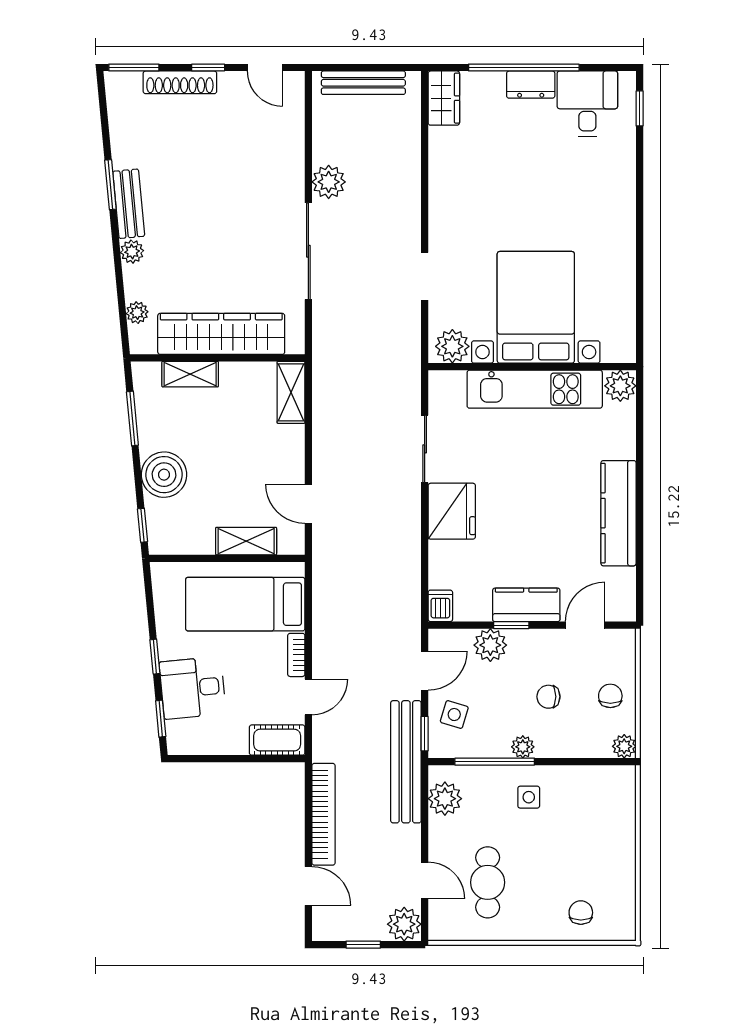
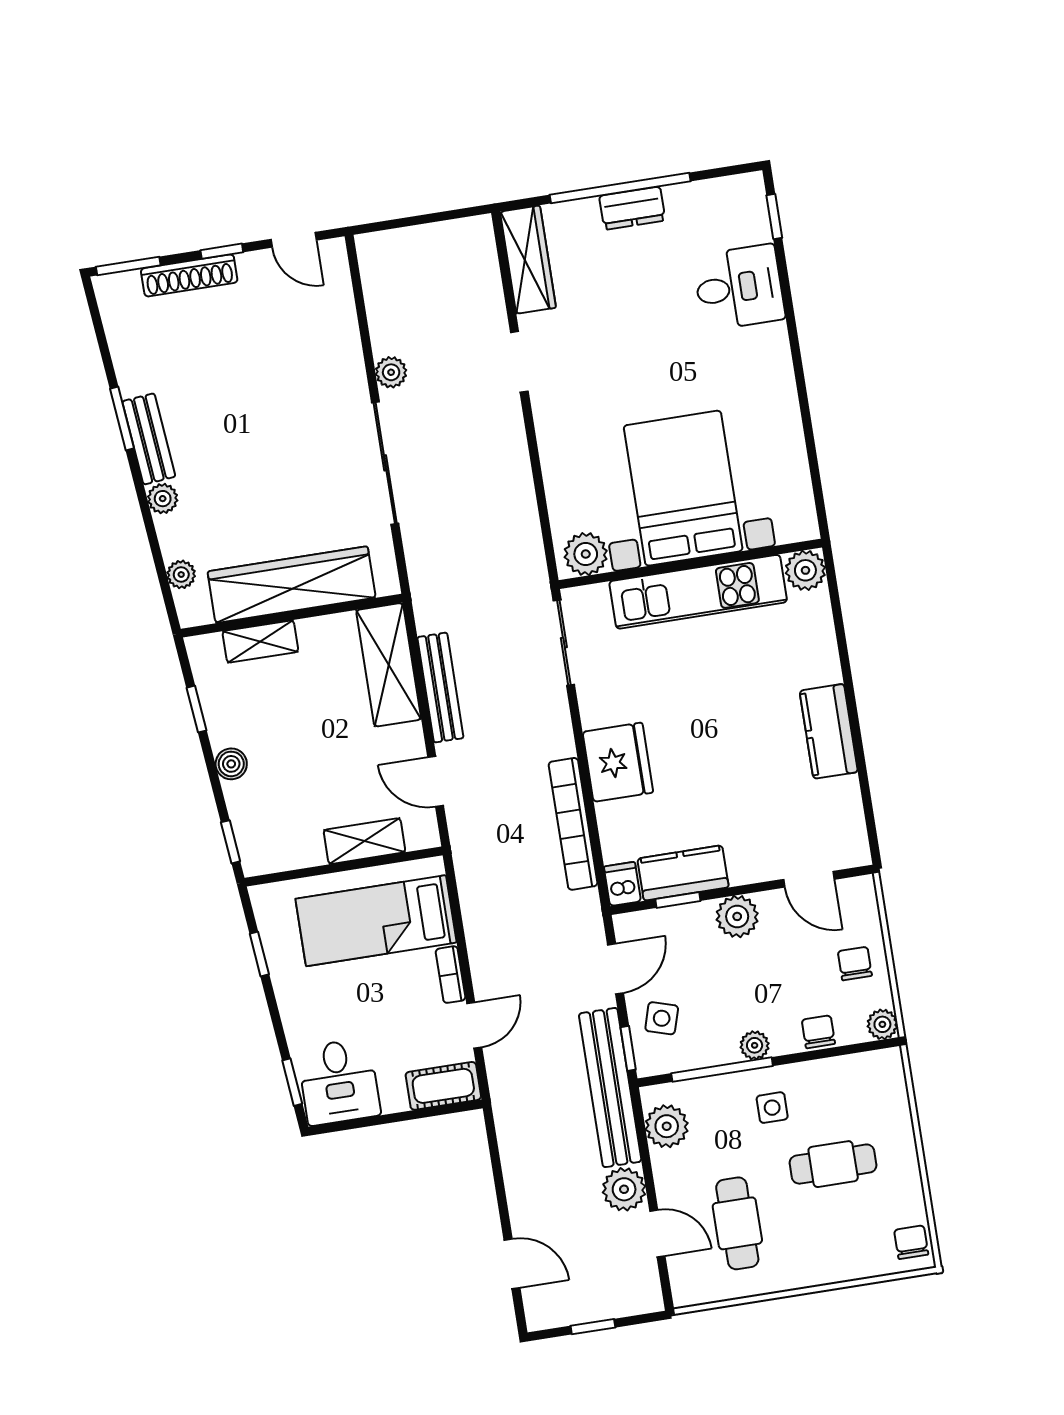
bench: (363, 83) -> (440, 688), moved, turned 90
wardrobe: (444, 98) -> (528, 260), width x1.50
desk: (587, 104) -> (739, 287), moved, turned 90
plant: (329, 182) -> (391, 372), width x0.73, depth x0.73
doorway: (425, 276) -> (519, 362), moved
shelving: (291, 392) -> (389, 665), width x1.50, depth x1.33
window: (132, 418) -> (196, 709), width x0.67
sliding door: (425, 449) -> (564, 643), moved
boiler: (164, 475) -> (231, 764), width x0.54, depth x0.54
kitchen counter: (618, 513) -> (829, 731), width x0.67
kitchen counter: (526, 605) -> (683, 873), moved
window: (511, 625) -> (678, 900), moved
door: (585, 625) -> (809, 879), swing flipped
plant: (490, 645) -> (737, 916), moved
window: (155, 657) -> (259, 954), moved
desk: (193, 688) -> (339, 1082), moved, turned -85
chair: (548, 697) -> (818, 1032), moved, turned 90
bookcase: (323, 814) -> (573, 824), moved, turned 180
cafe table: (569, 848) -> (833, 1164), added
chair: (581, 913) -> (911, 1242), moved
plant: (404, 924) -> (624, 1189), moved

